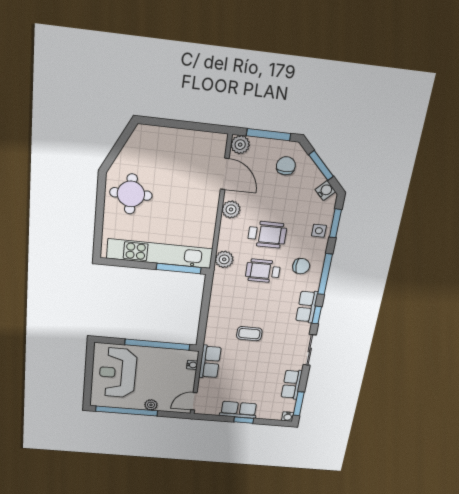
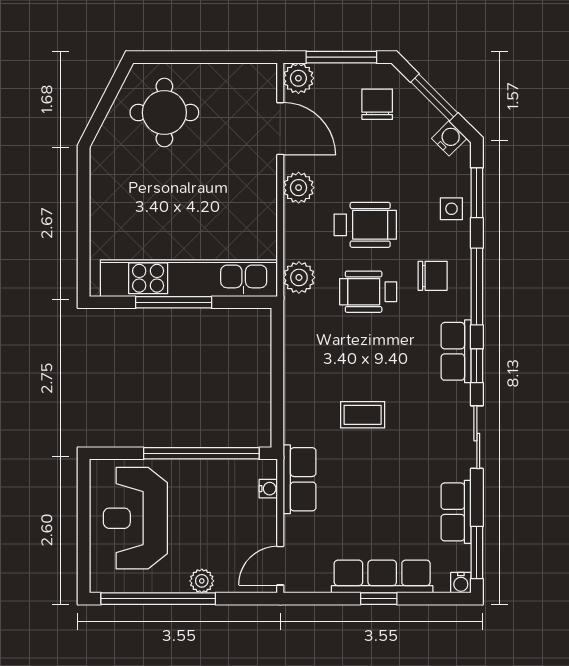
round table: (131, 194) -> (164, 112), moved
window: (179, 268) -> (174, 302), moved
row of seats: (239, 410) -> (382, 576), width x1.48

